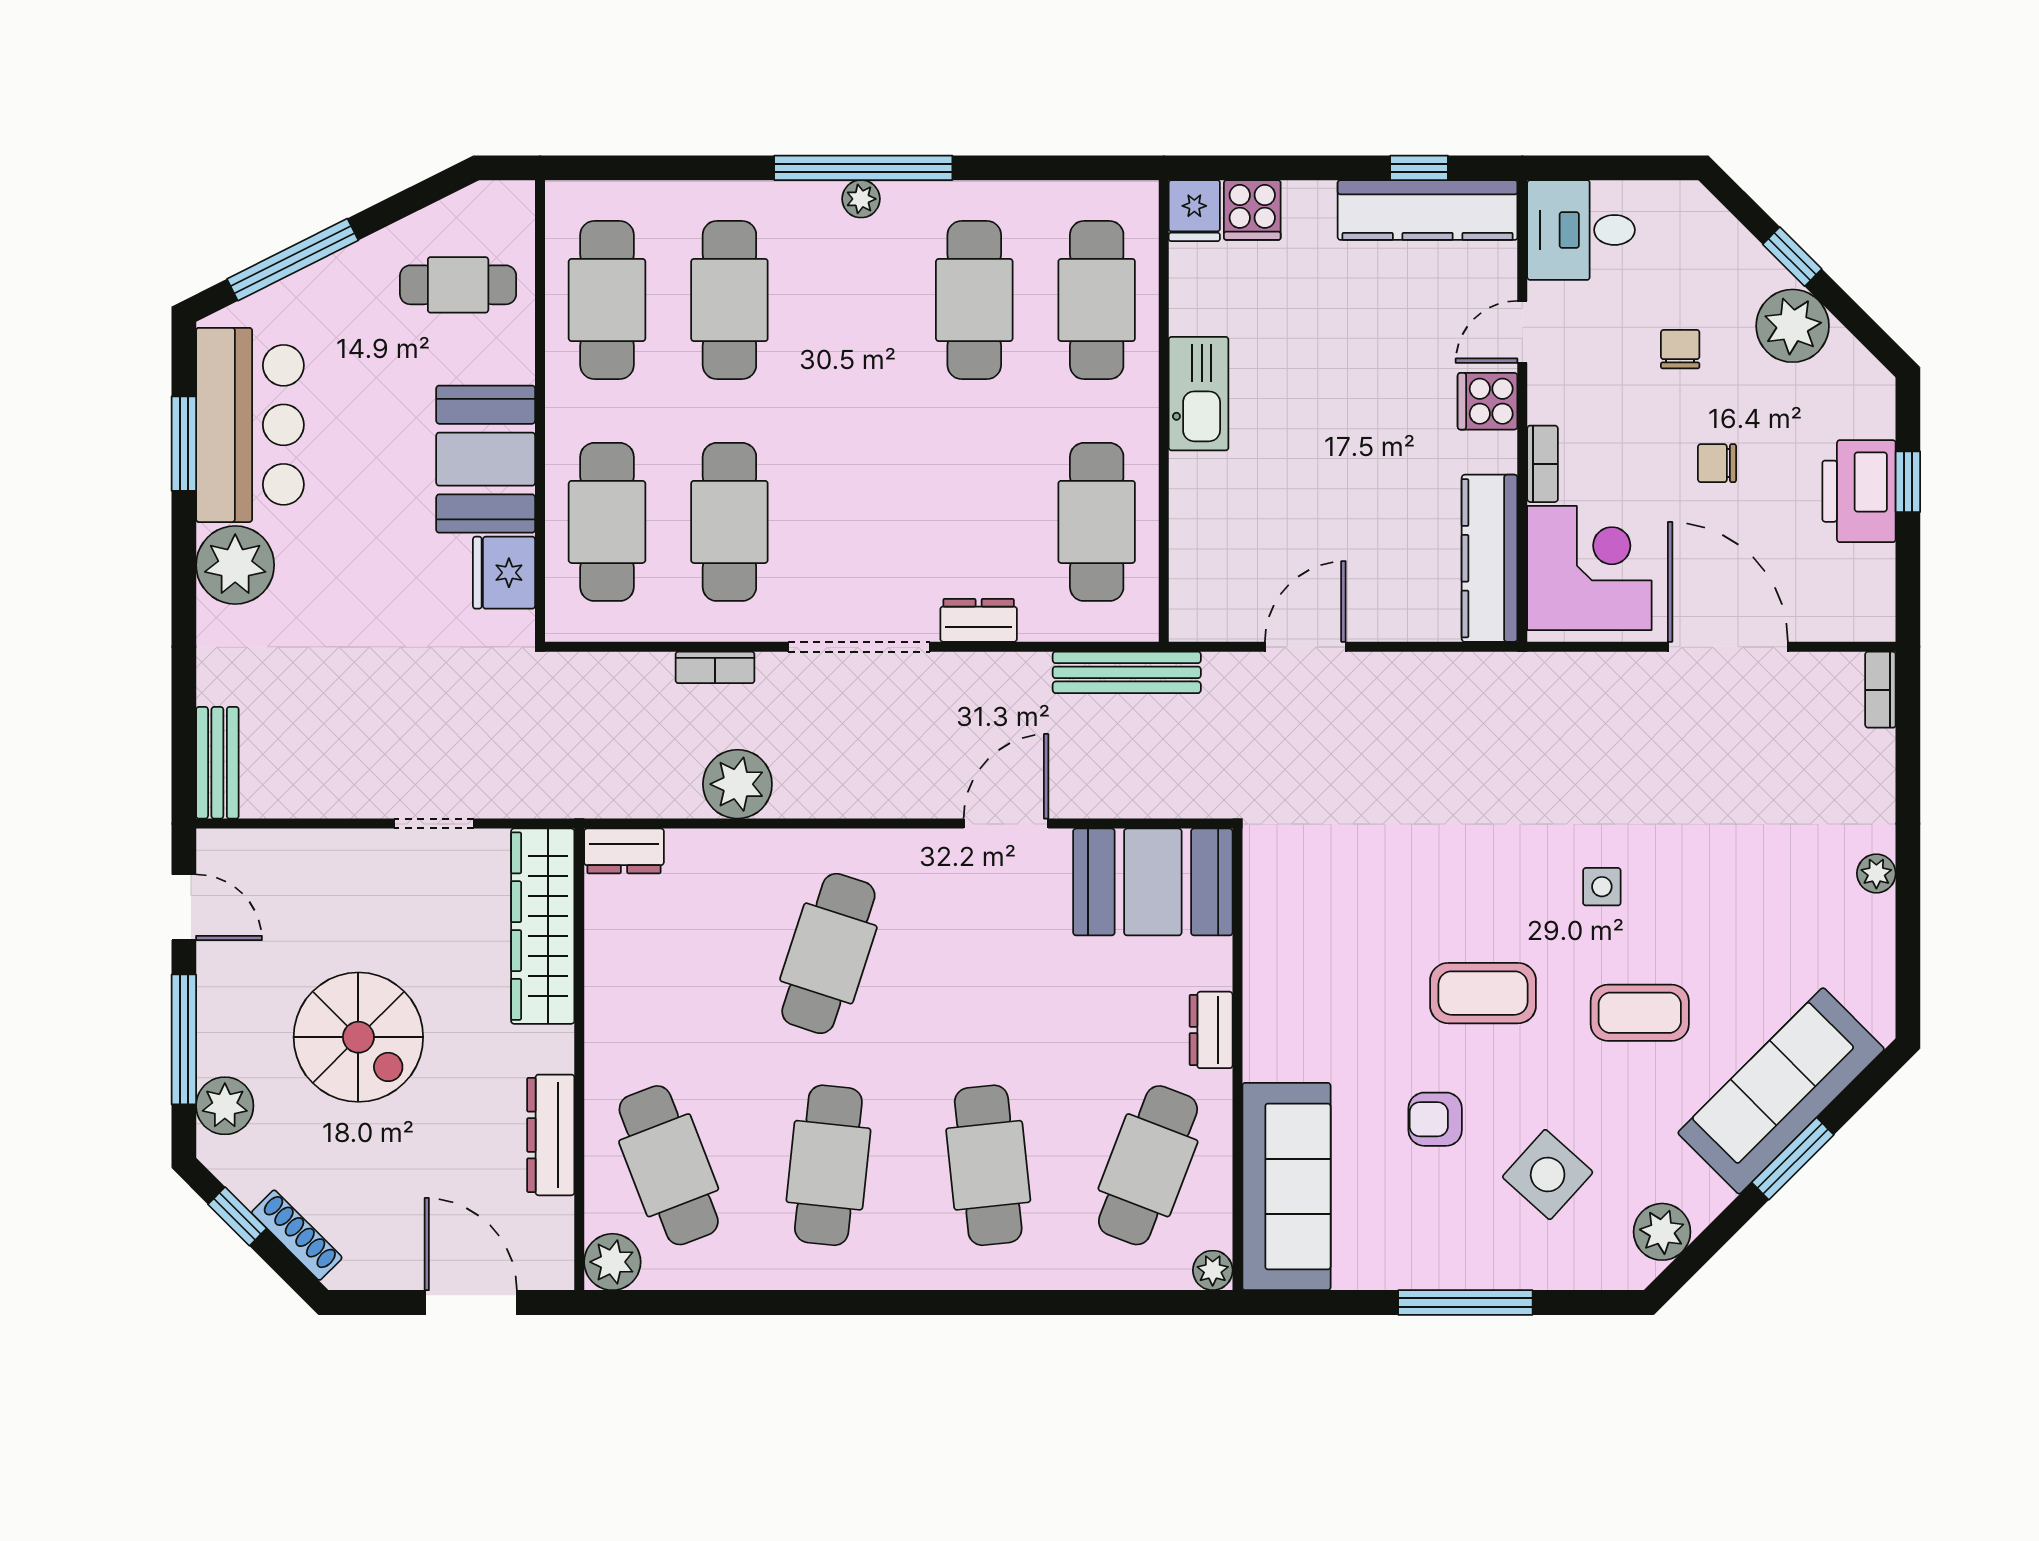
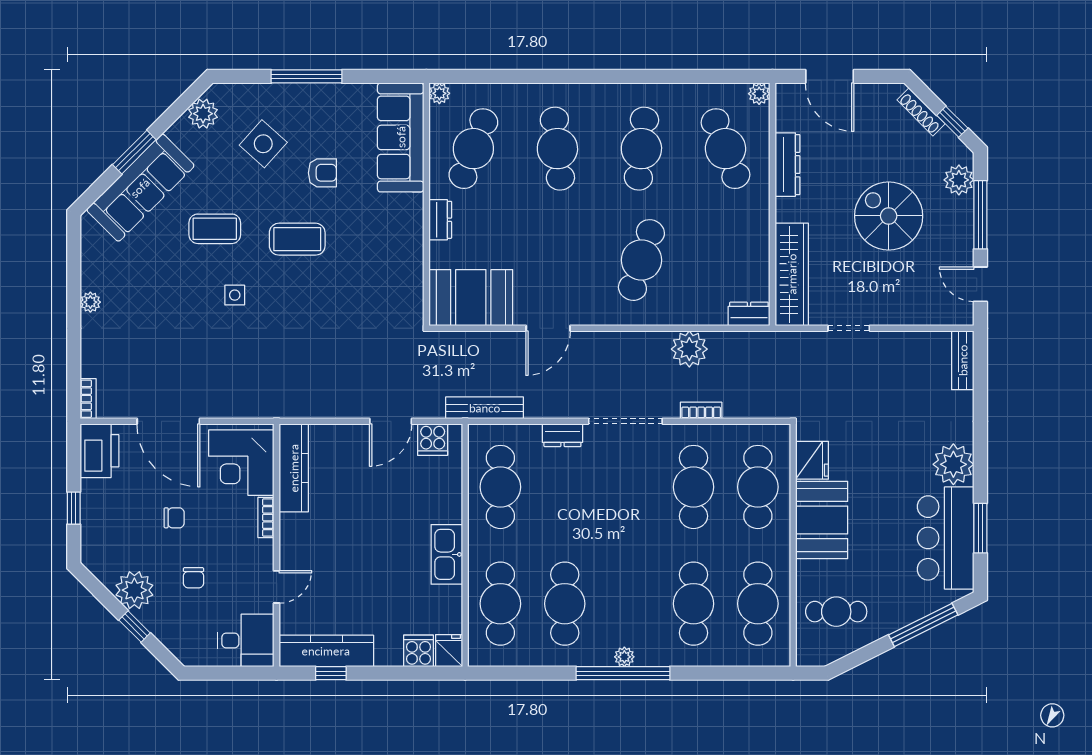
cooker: (1488, 401) -> (433, 440), moved, turned 90
printer: (1859, 491) -> (99, 451), moved
plant: (612, 1262) -> (759, 94), width x0.73, depth x0.73

